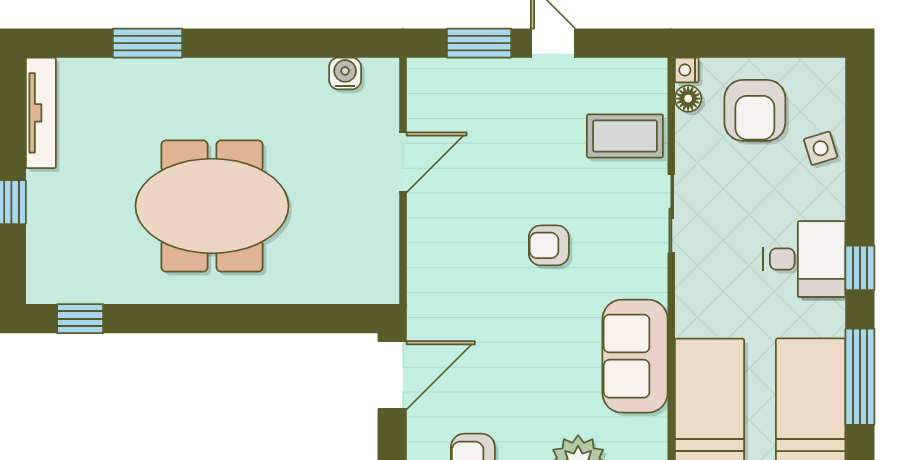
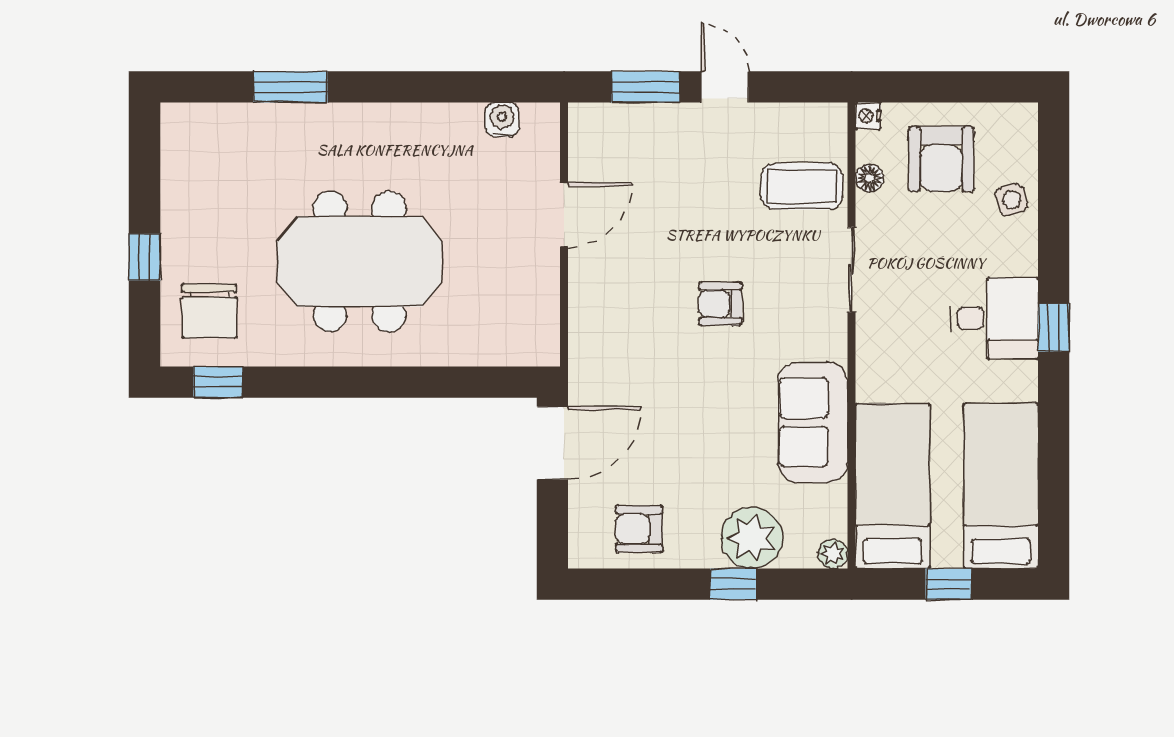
floor lamp: (688, 99) -> (870, 178), moved
tv unit: (41, 113) -> (176, 162), removed
chair: (72, 252) -> (209, 311), added
window: (860, 377) -> (1054, 444), removed

